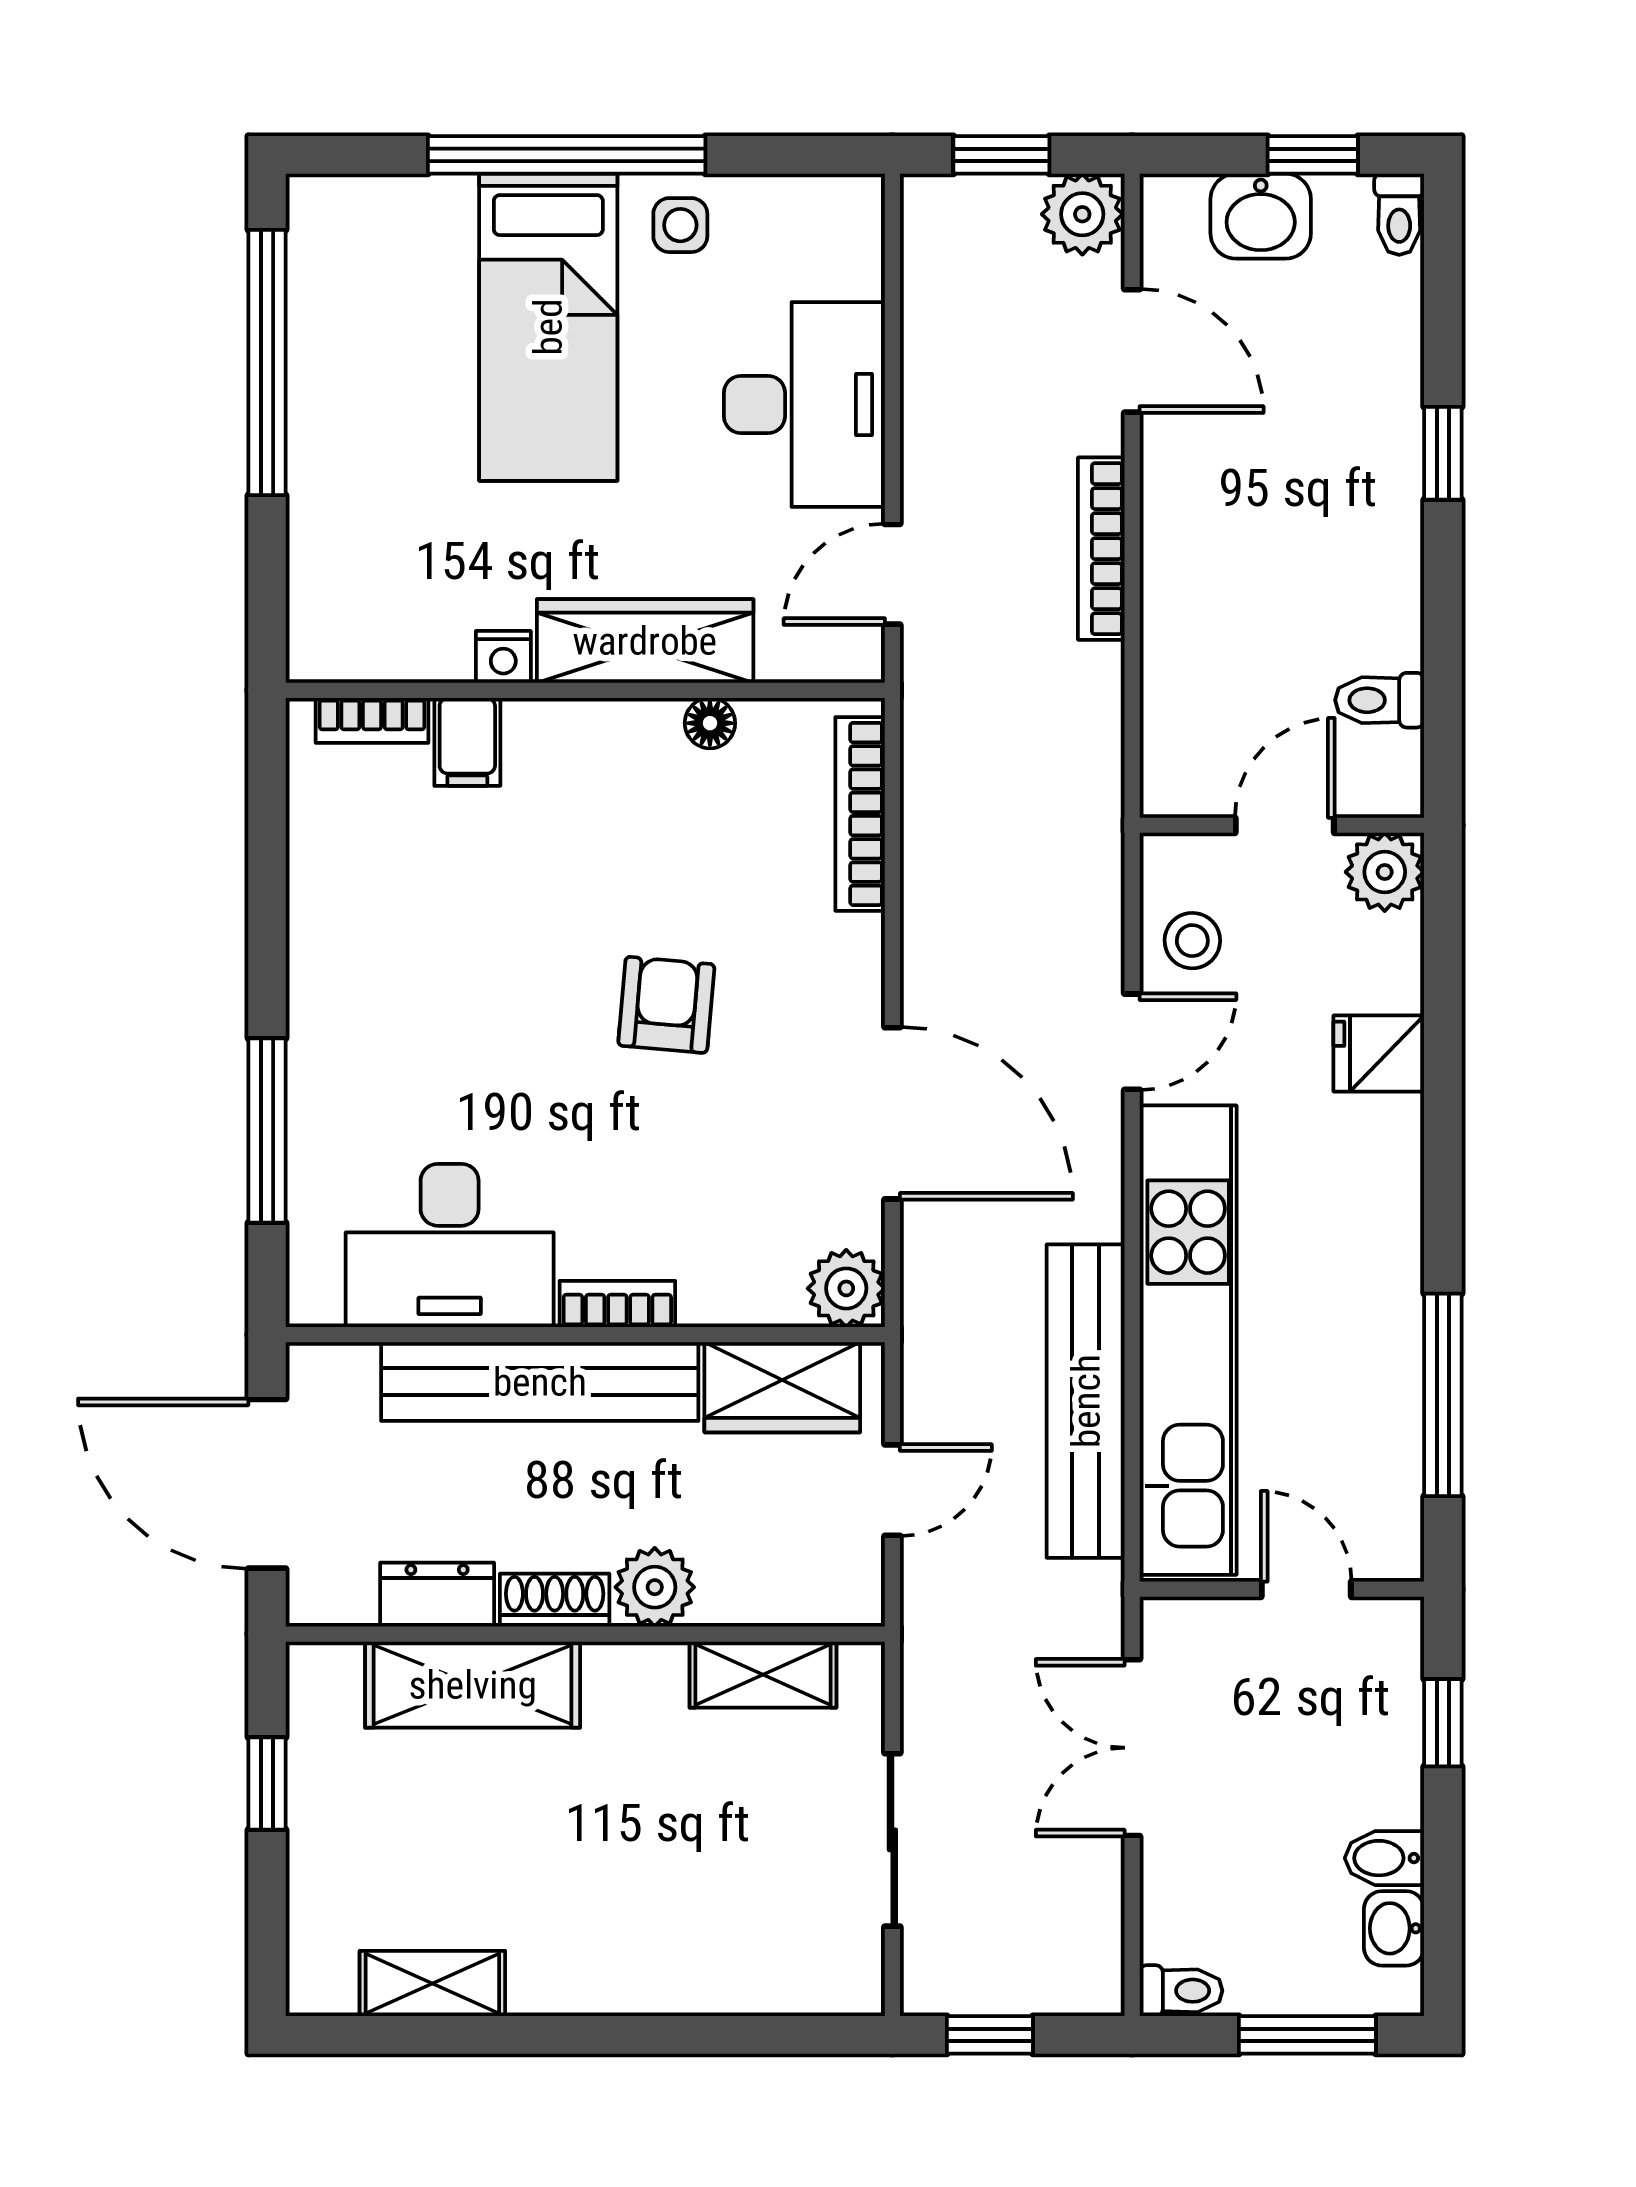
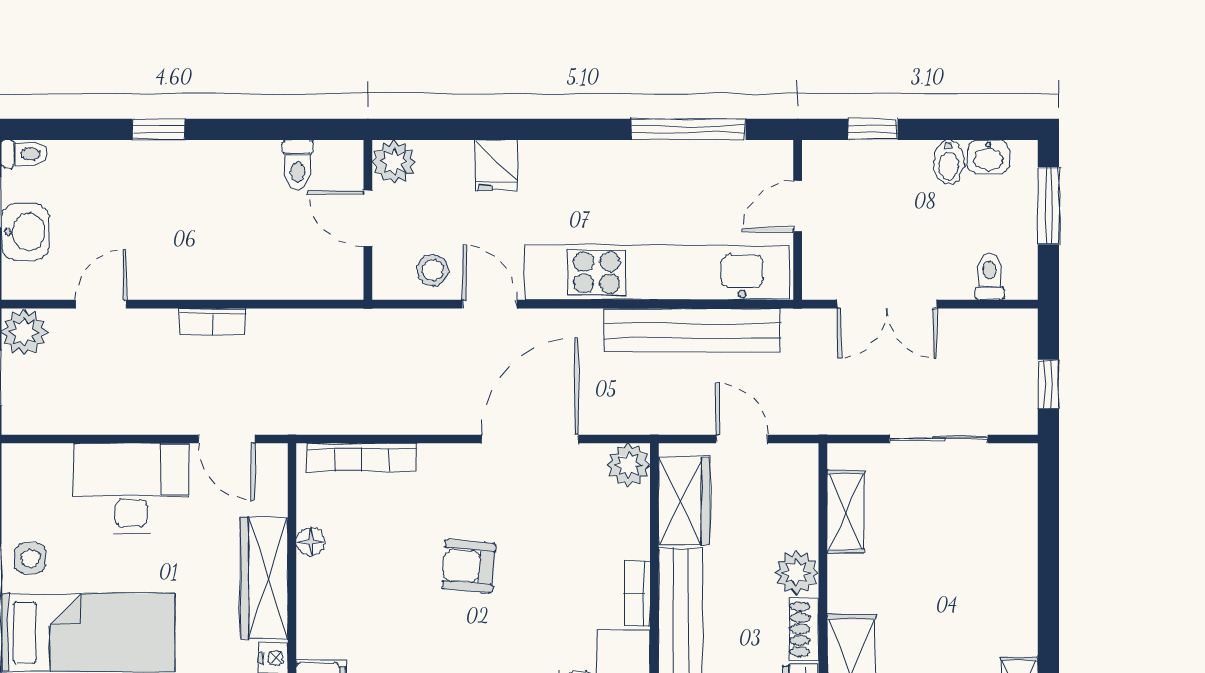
door: (1132, 351) -> (101, 304), width x0.73
bookcase: (1101, 549) -> (212, 322), width x0.64
toilet: (1181, 1991) -> (990, 277), moved

